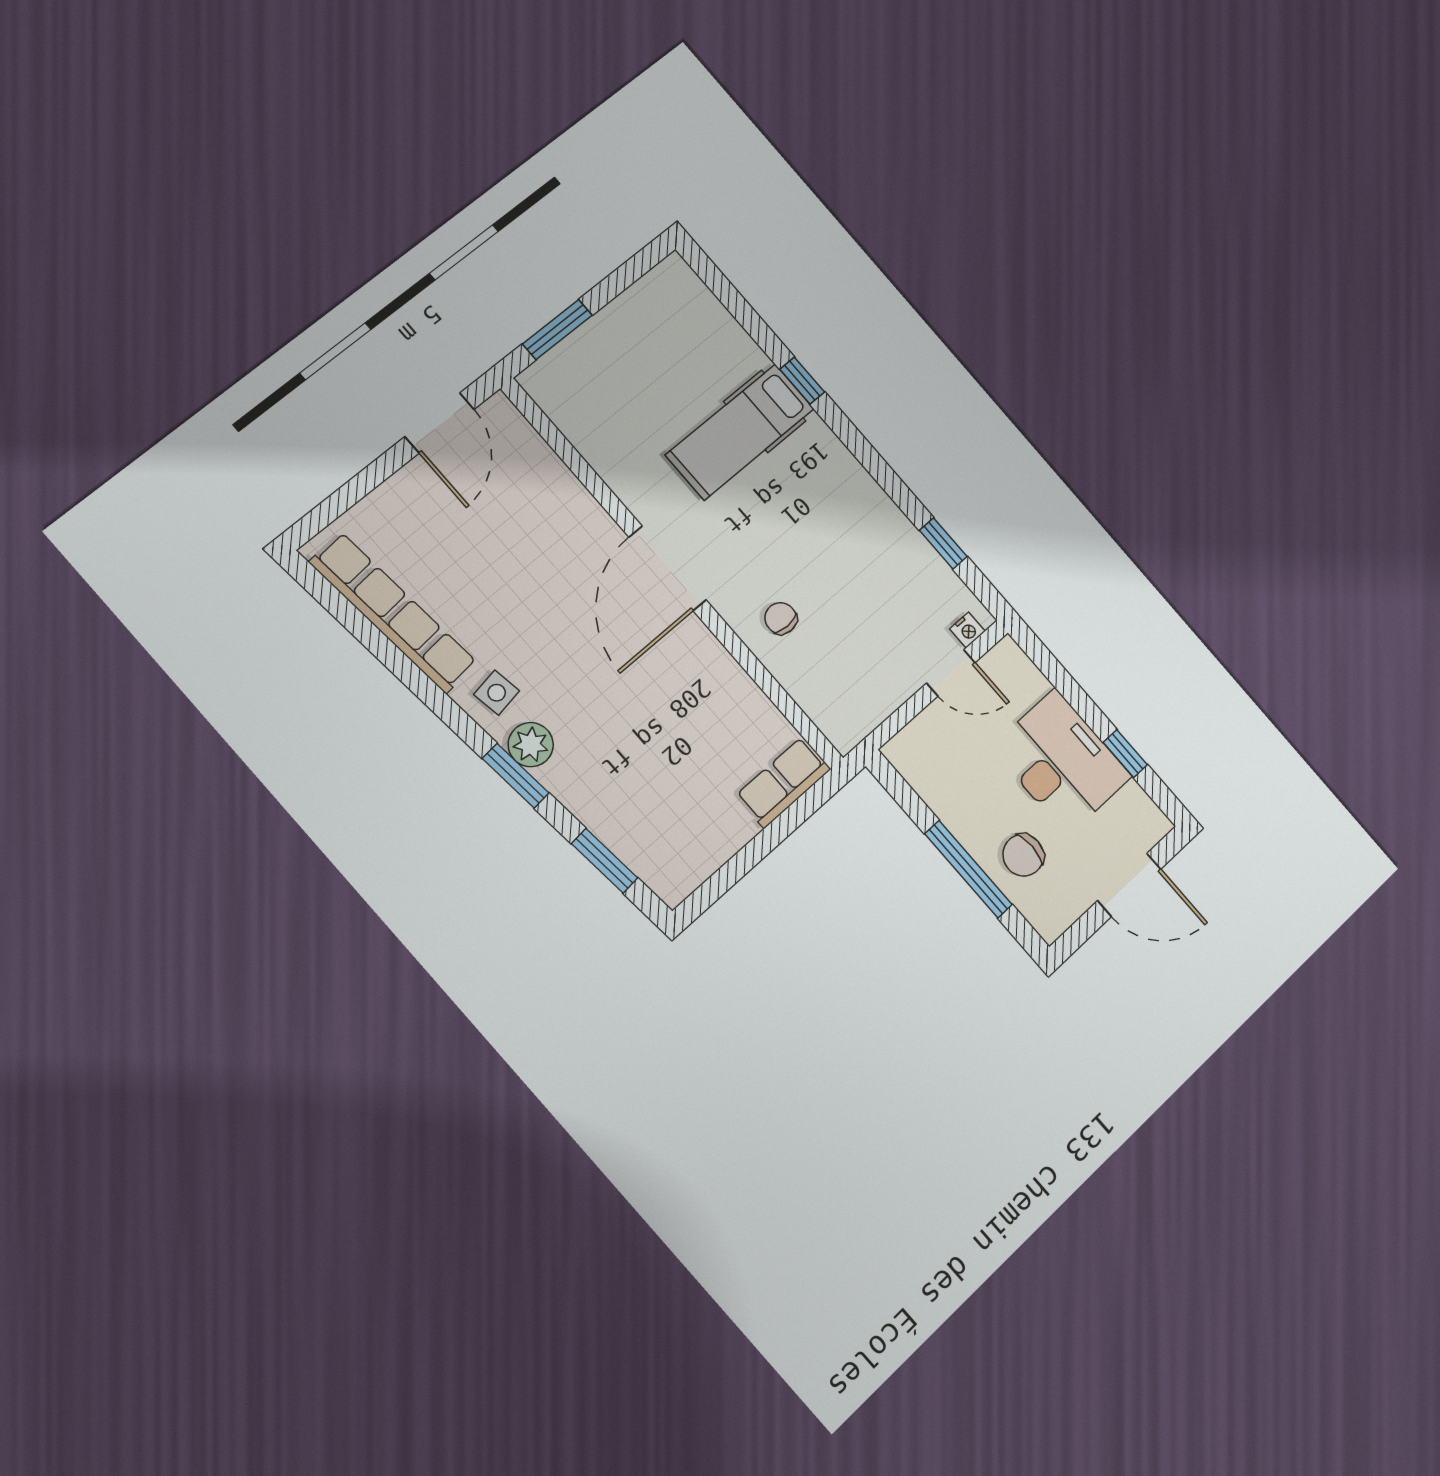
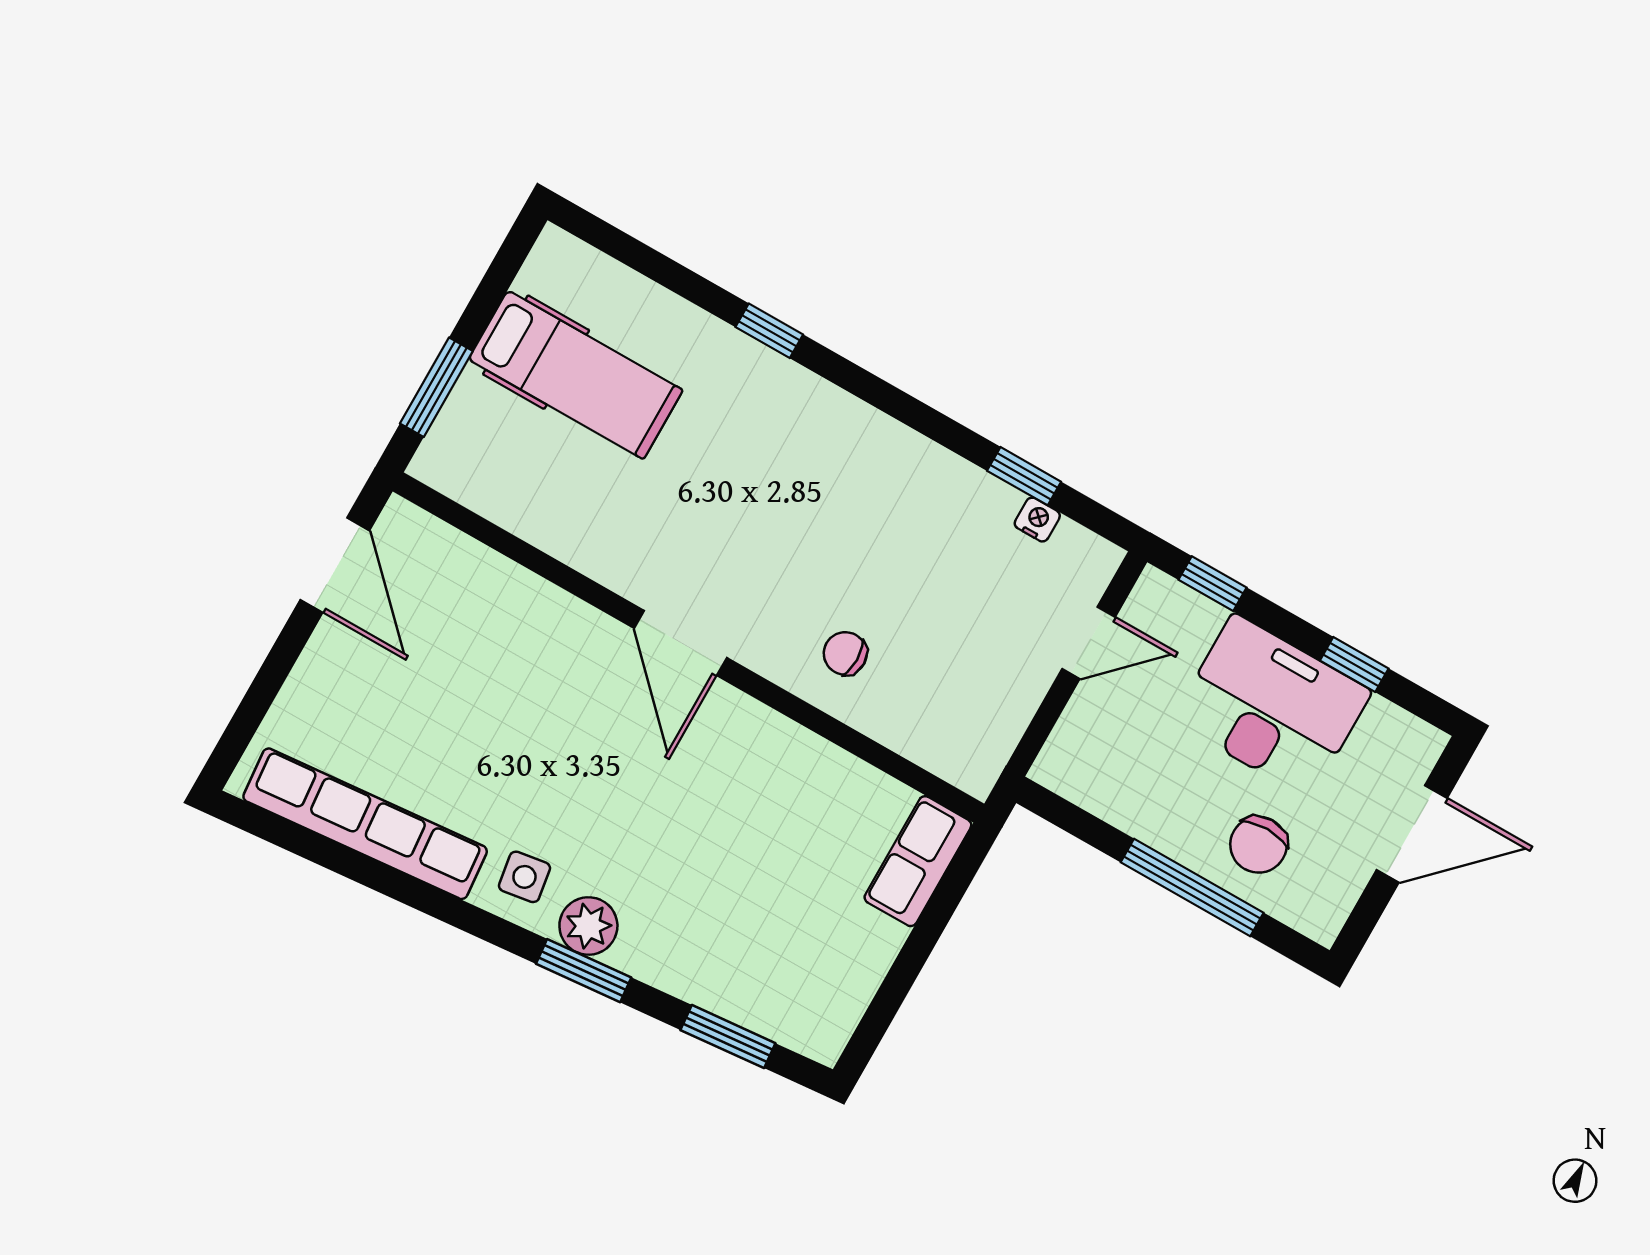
hospital bed: (740, 432) -> (576, 375), moved, turned -90
door: (668, 568) -> (680, 643), width x0.73
nightstand: (967, 630) -> (1037, 520), moved, turned -90
window: (1047, 663) -> (1213, 584), added

